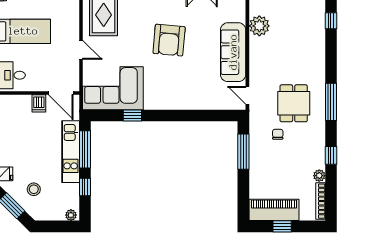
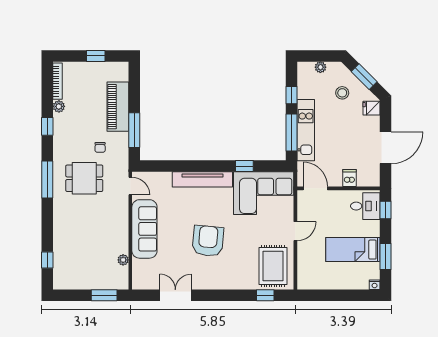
plant: (259, 26) -> (123, 260), width x0.53, depth x0.53
door: (81, 50) -> (295, 231), swing flipped
tv unit: (175, 102) -> (202, 179), added
dishwasher: (39, 103) -> (349, 178), moved
dining table: (294, 103) -> (84, 178), turned 90
piano: (274, 210) -> (118, 107), moved, turned 90
plant: (71, 215) -> (320, 67), moved

